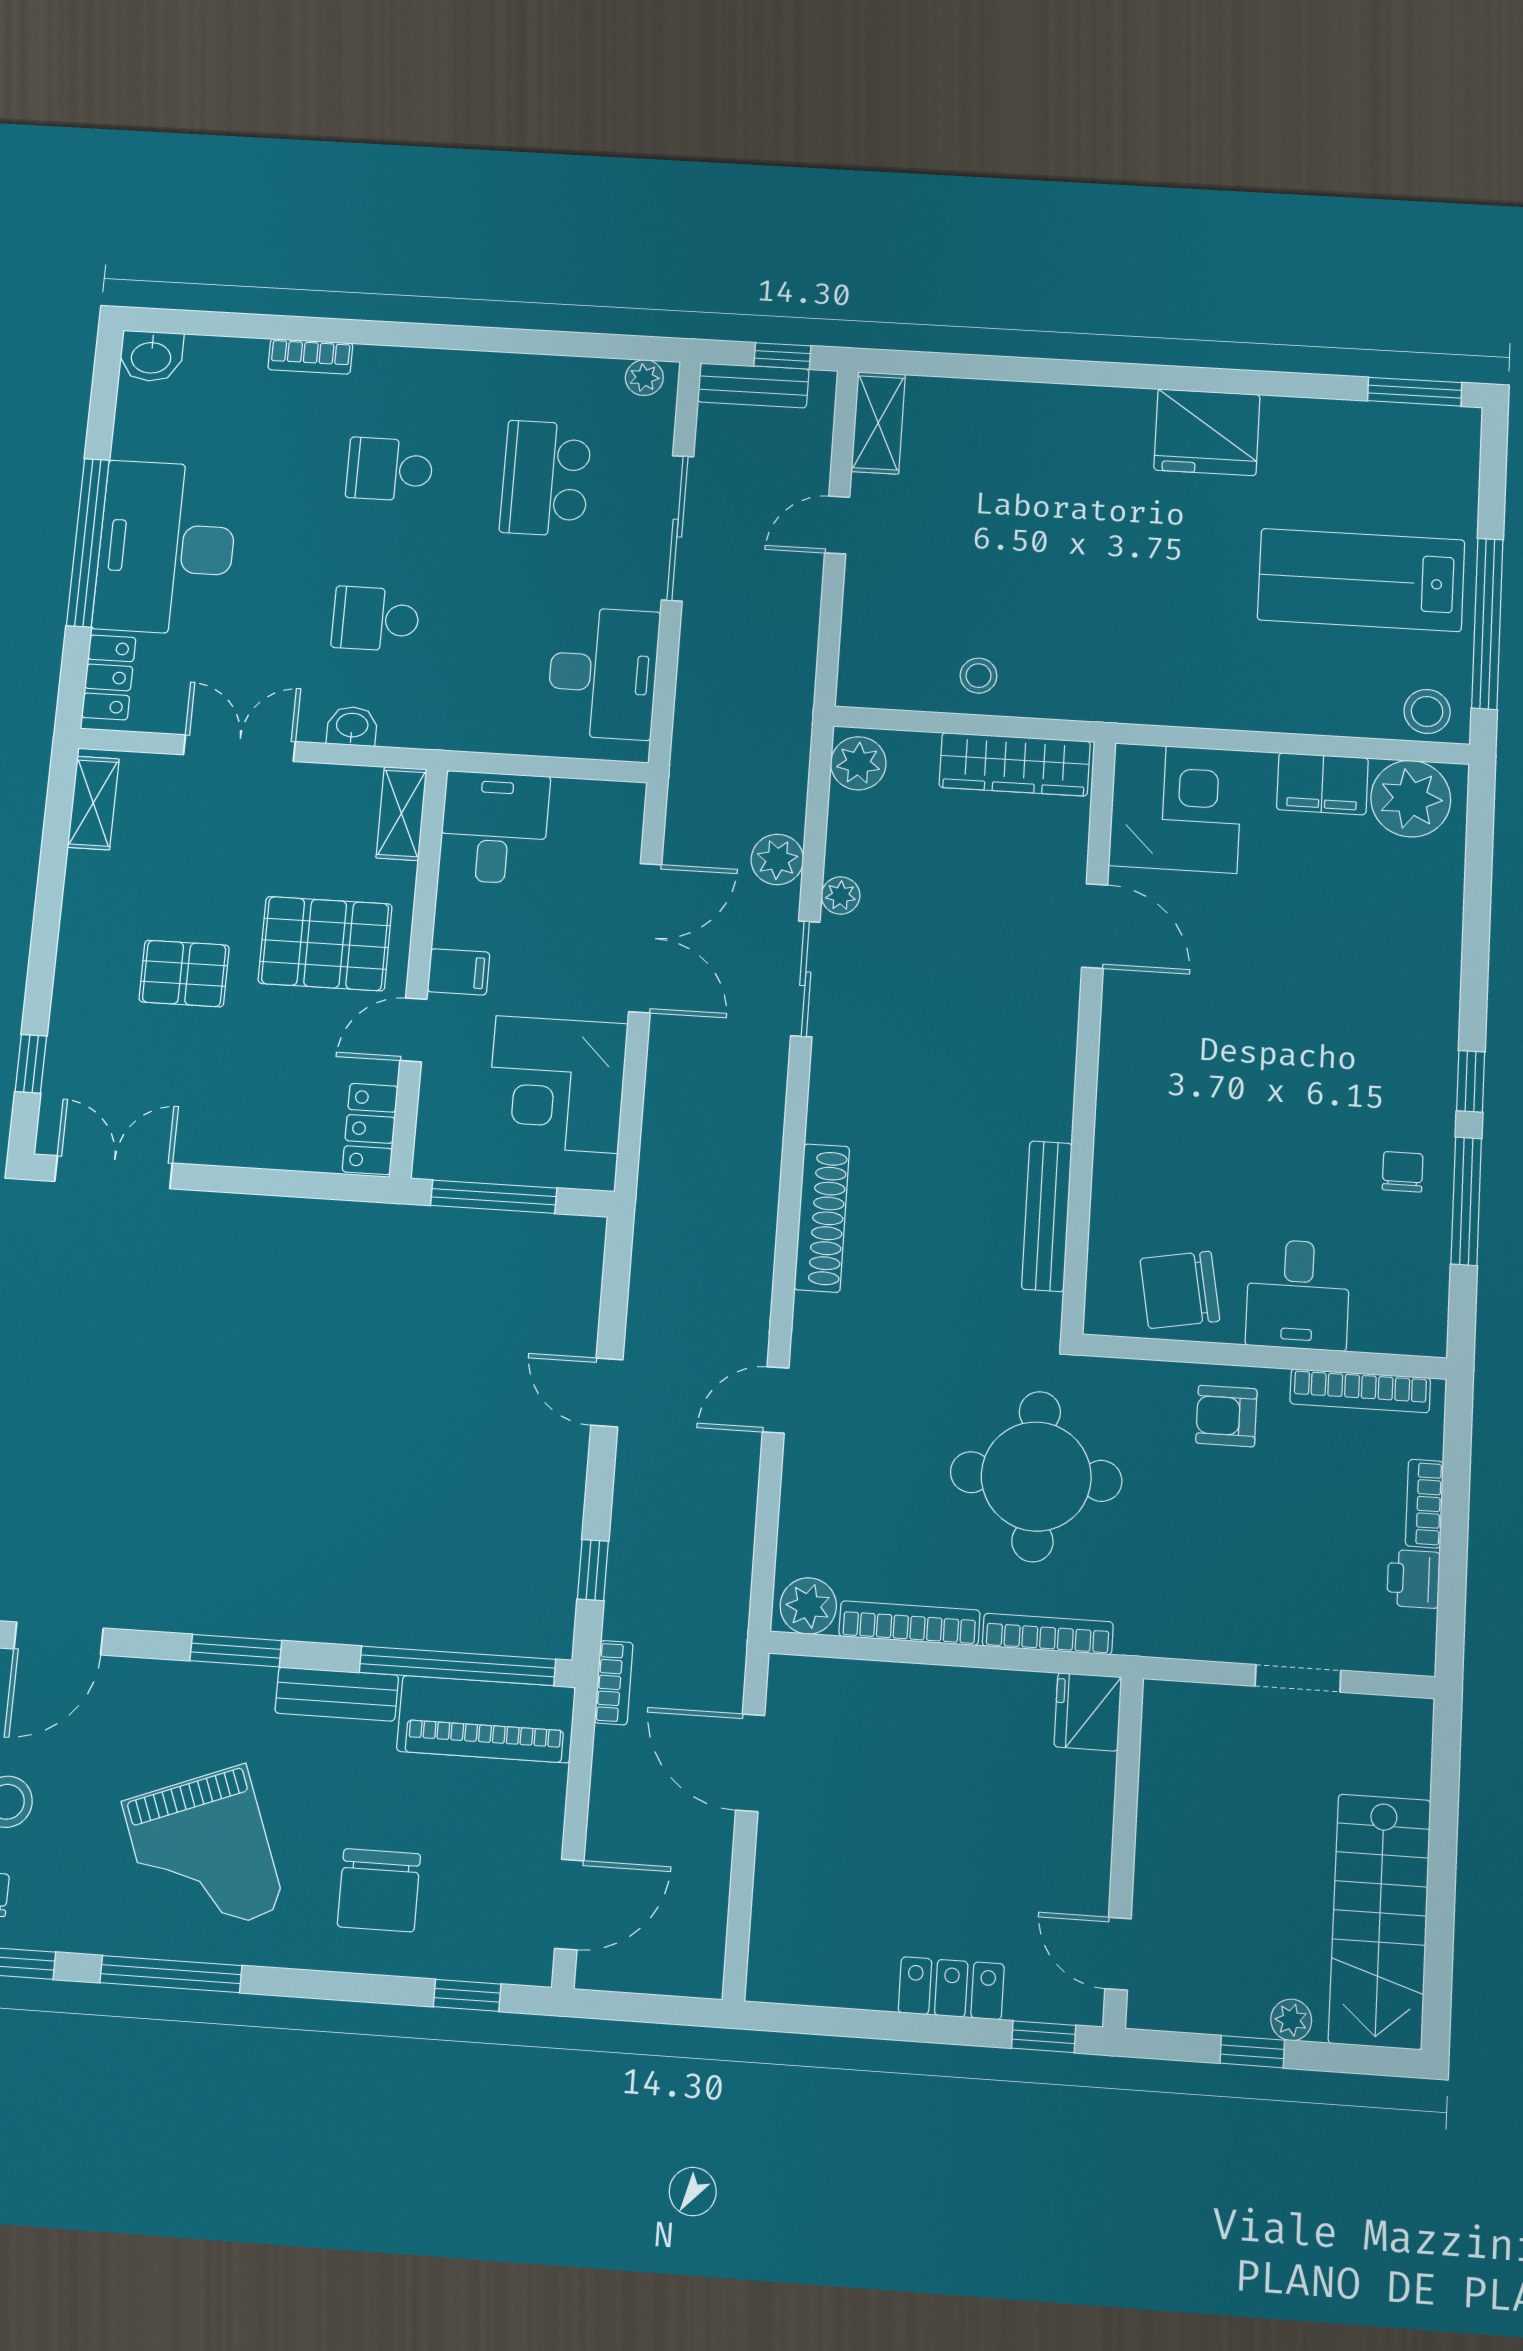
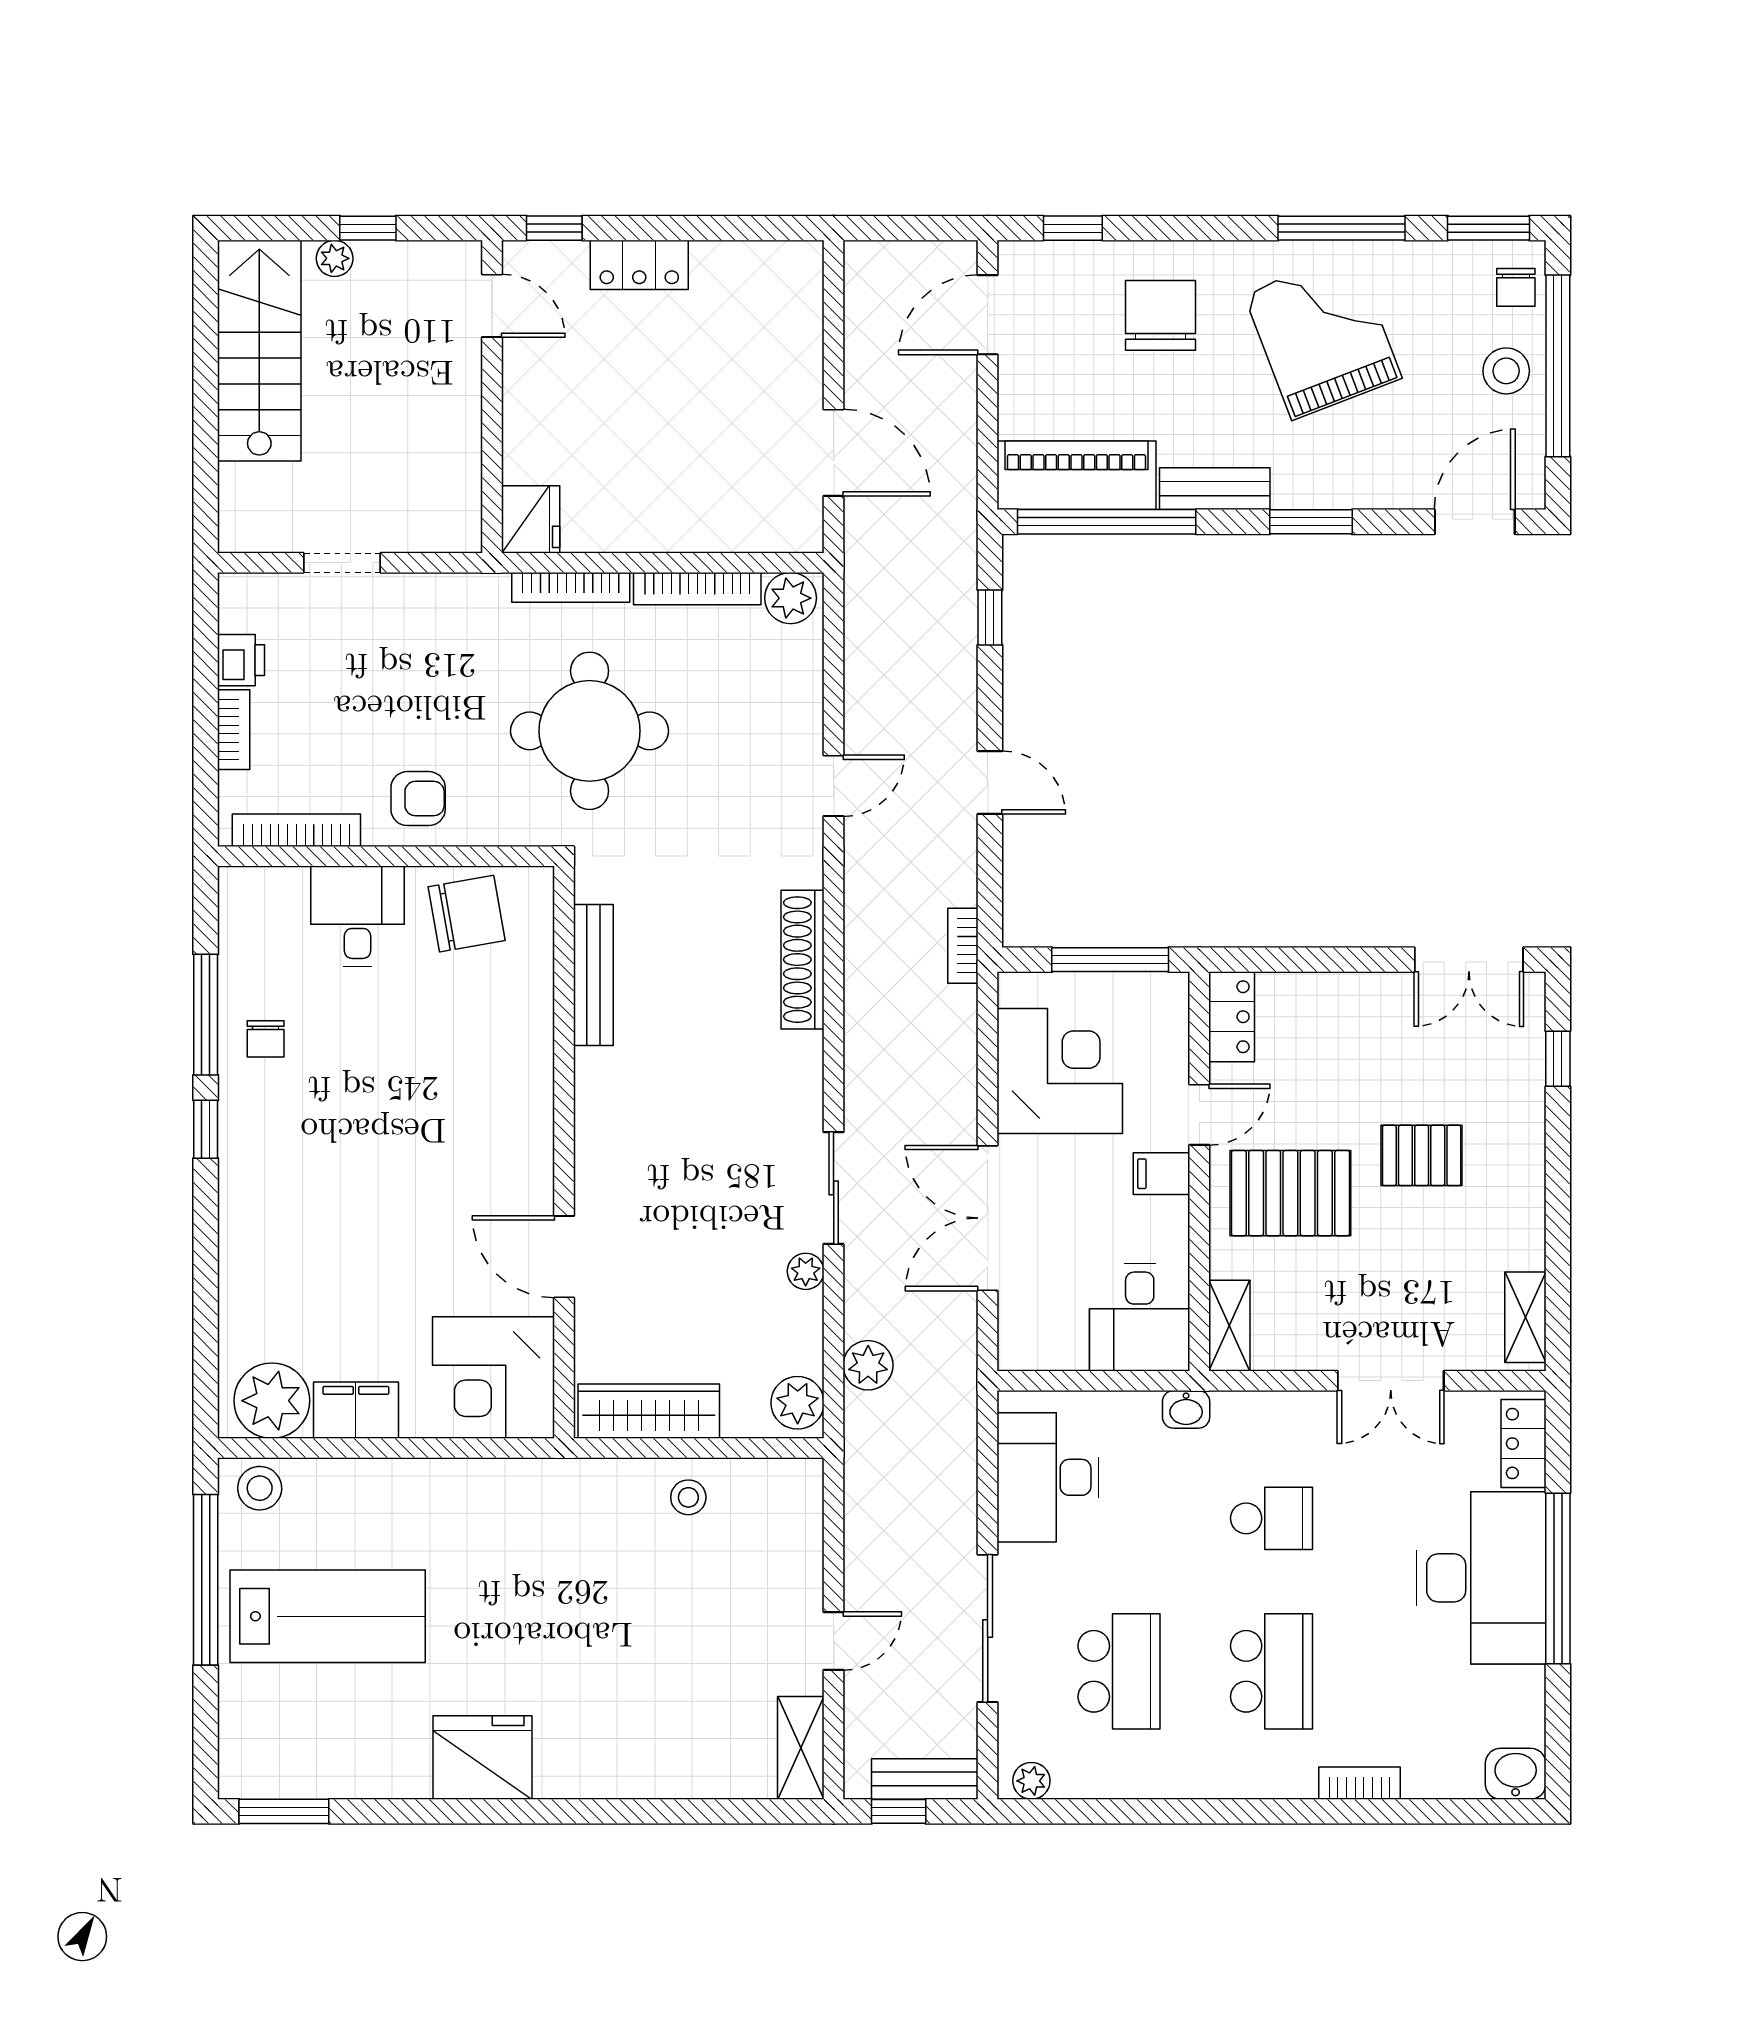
school desk: (390, 469) -> (1271, 1671), width x1.85
washbasin: (352, 726) -> (1186, 1409), moved
plant: (777, 859) -> (868, 1365), moved
bookcase: (614, 1683) -> (963, 946), moved

